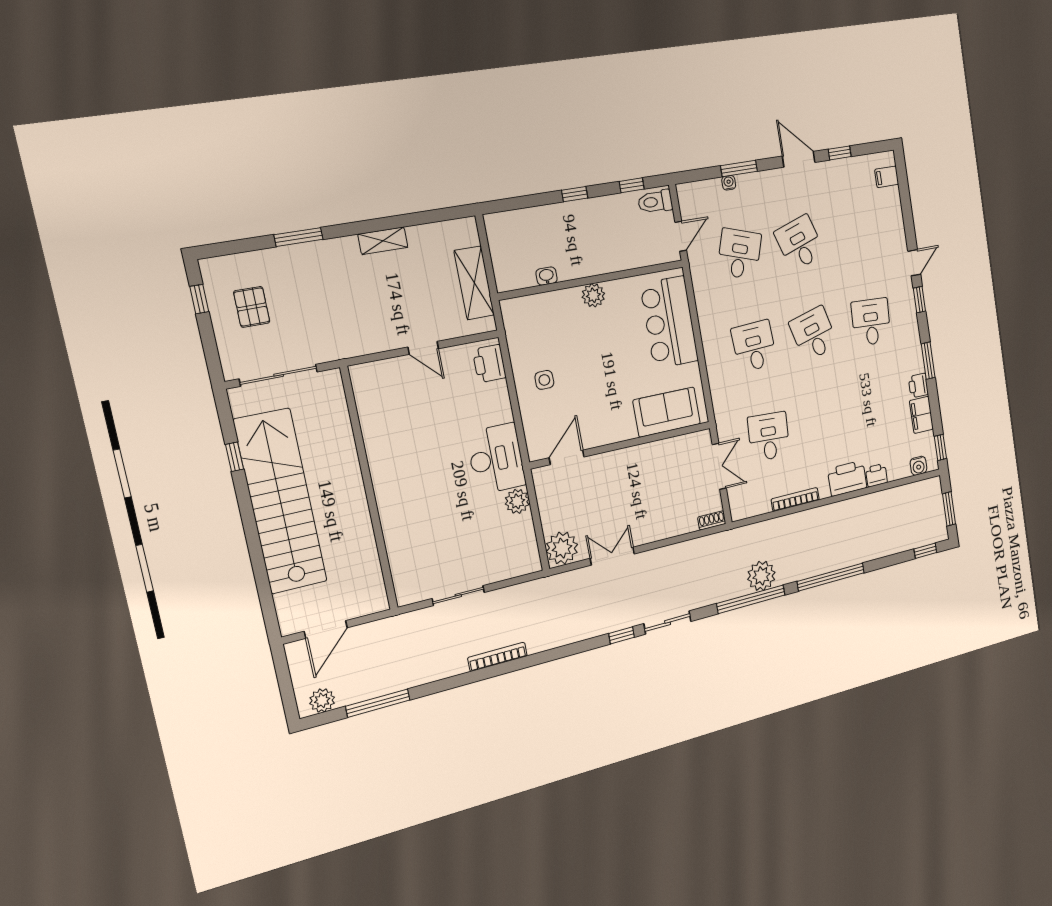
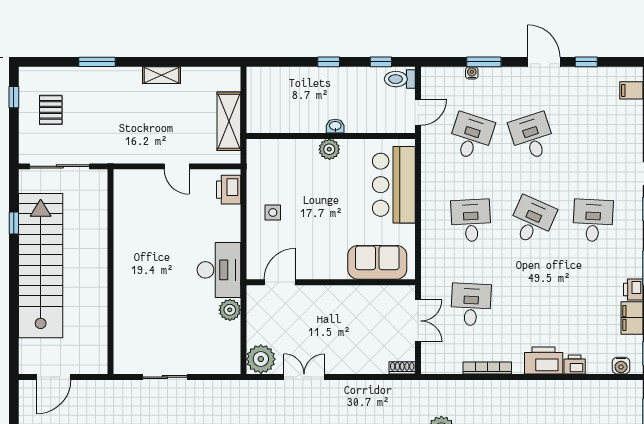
washbasin: (547, 276) -> (335, 126), moved
desk: (814, 334) -> (532, 220), turned 39

